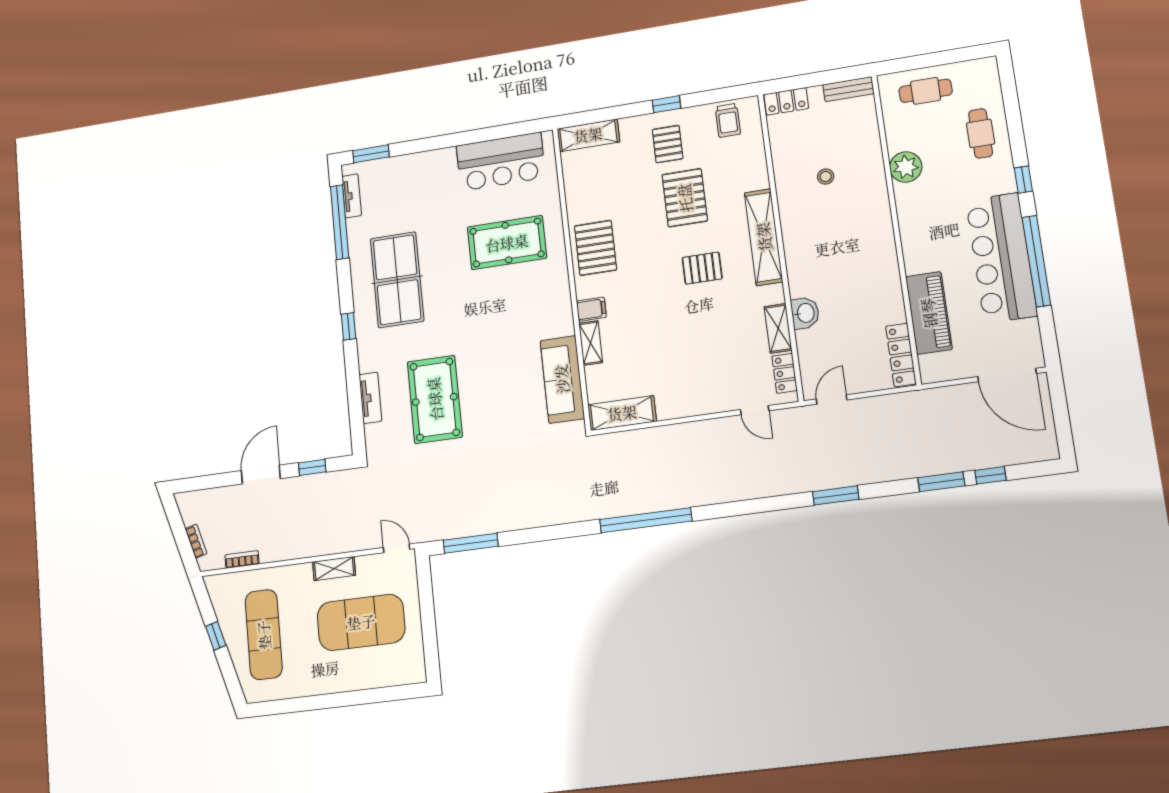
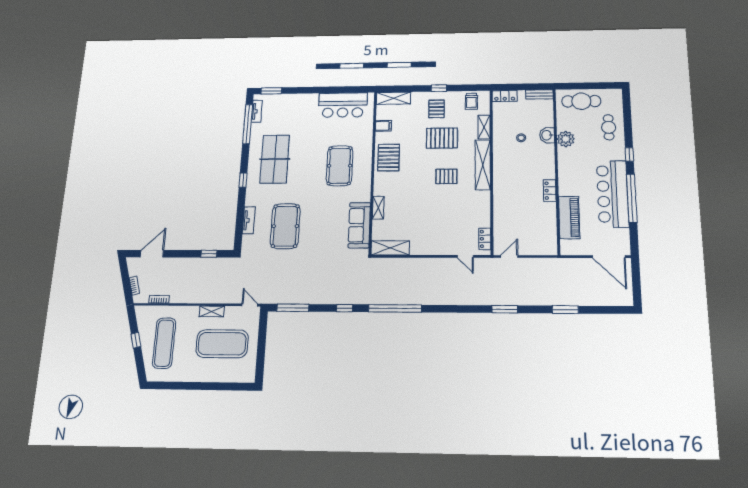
cafe table: (926, 91) -> (581, 101), width x1.37, depth x1.35
pallet: (685, 198) -> (442, 138), turned 90
pool table: (507, 243) -> (340, 166), moved, turned 90
filing cabinet: (591, 309) -> (383, 126), moved
washbasin: (805, 313) -> (547, 135), moved, turned 180
shelving: (778, 328) -> (484, 127), moved
locker: (901, 355) -> (550, 191), moved, width x0.66
door: (261, 475) -> (152, 254), moved
window: (990, 475) -> (345, 308), moved

